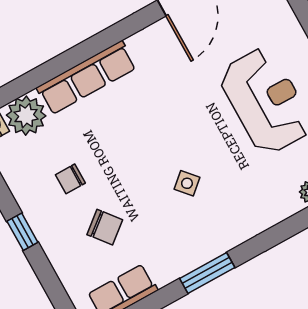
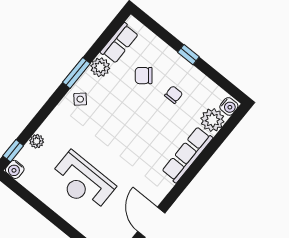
side table: (187, 183) -> (80, 99), moved
plant: (167, 267) -> (100, 67), added

